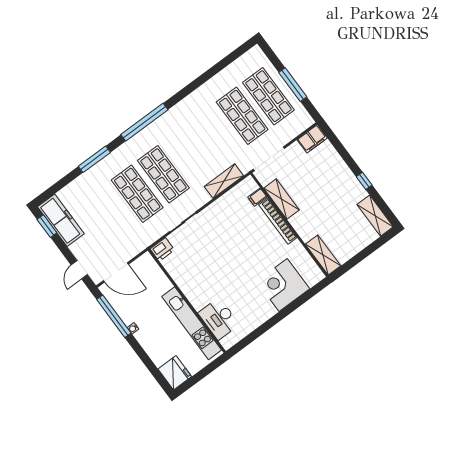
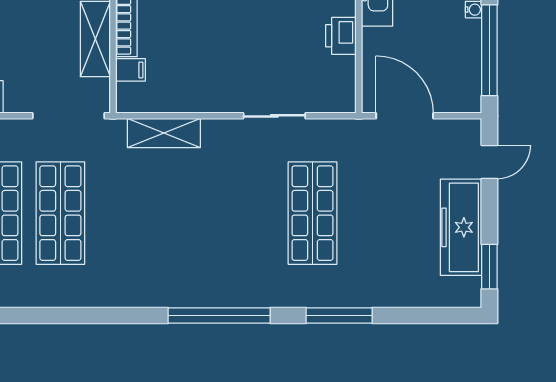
shop shelf: (163, 174) -> (249, 213), removed
freezer: (61, 220) -> (461, 227), moved
printer: (162, 249) -> (341, 36), moved, turned -90
door: (116, 272) -> (405, 116), moved

